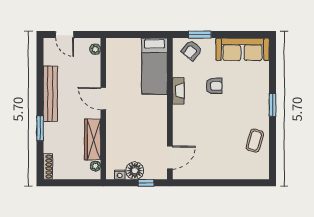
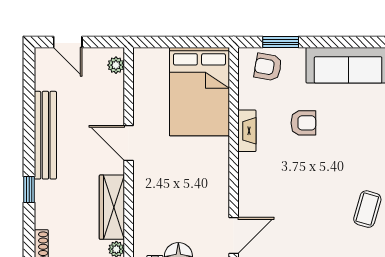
armchair: (192, 50) -> (268, 67), turned 60
bed: (155, 66) -> (199, 92), width x1.50
window: (40, 128) -> (29, 190), width x0.67

